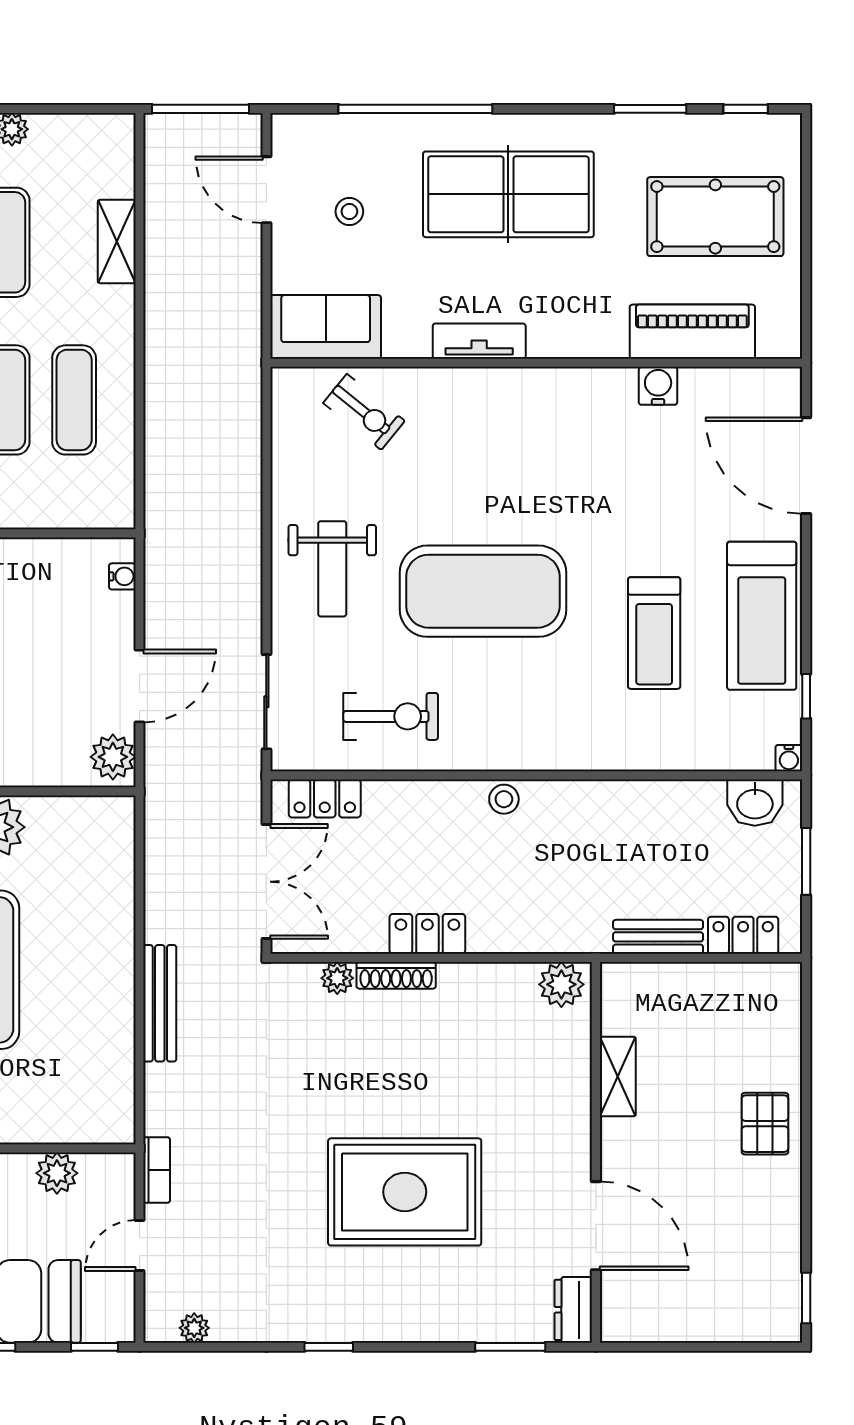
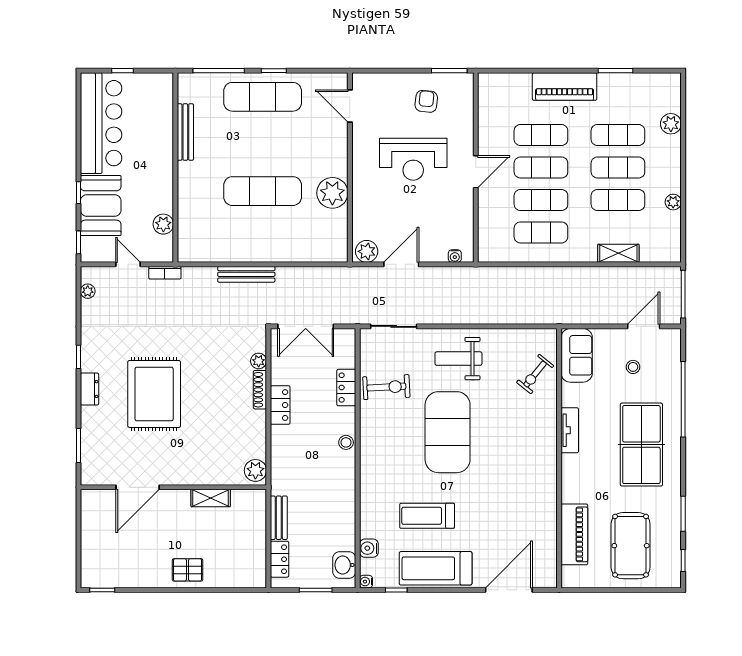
water cooler: (658, 386) -> (369, 548), moved, turned 180
door: (140, 686) -> (401, 264), swing flipped
exercise bike: (391, 716) -> (386, 387), turned -93
locker: (325, 798) -> (346, 388), moved
dresser: (573, 1310) -> (89, 389), moved, turned 90

